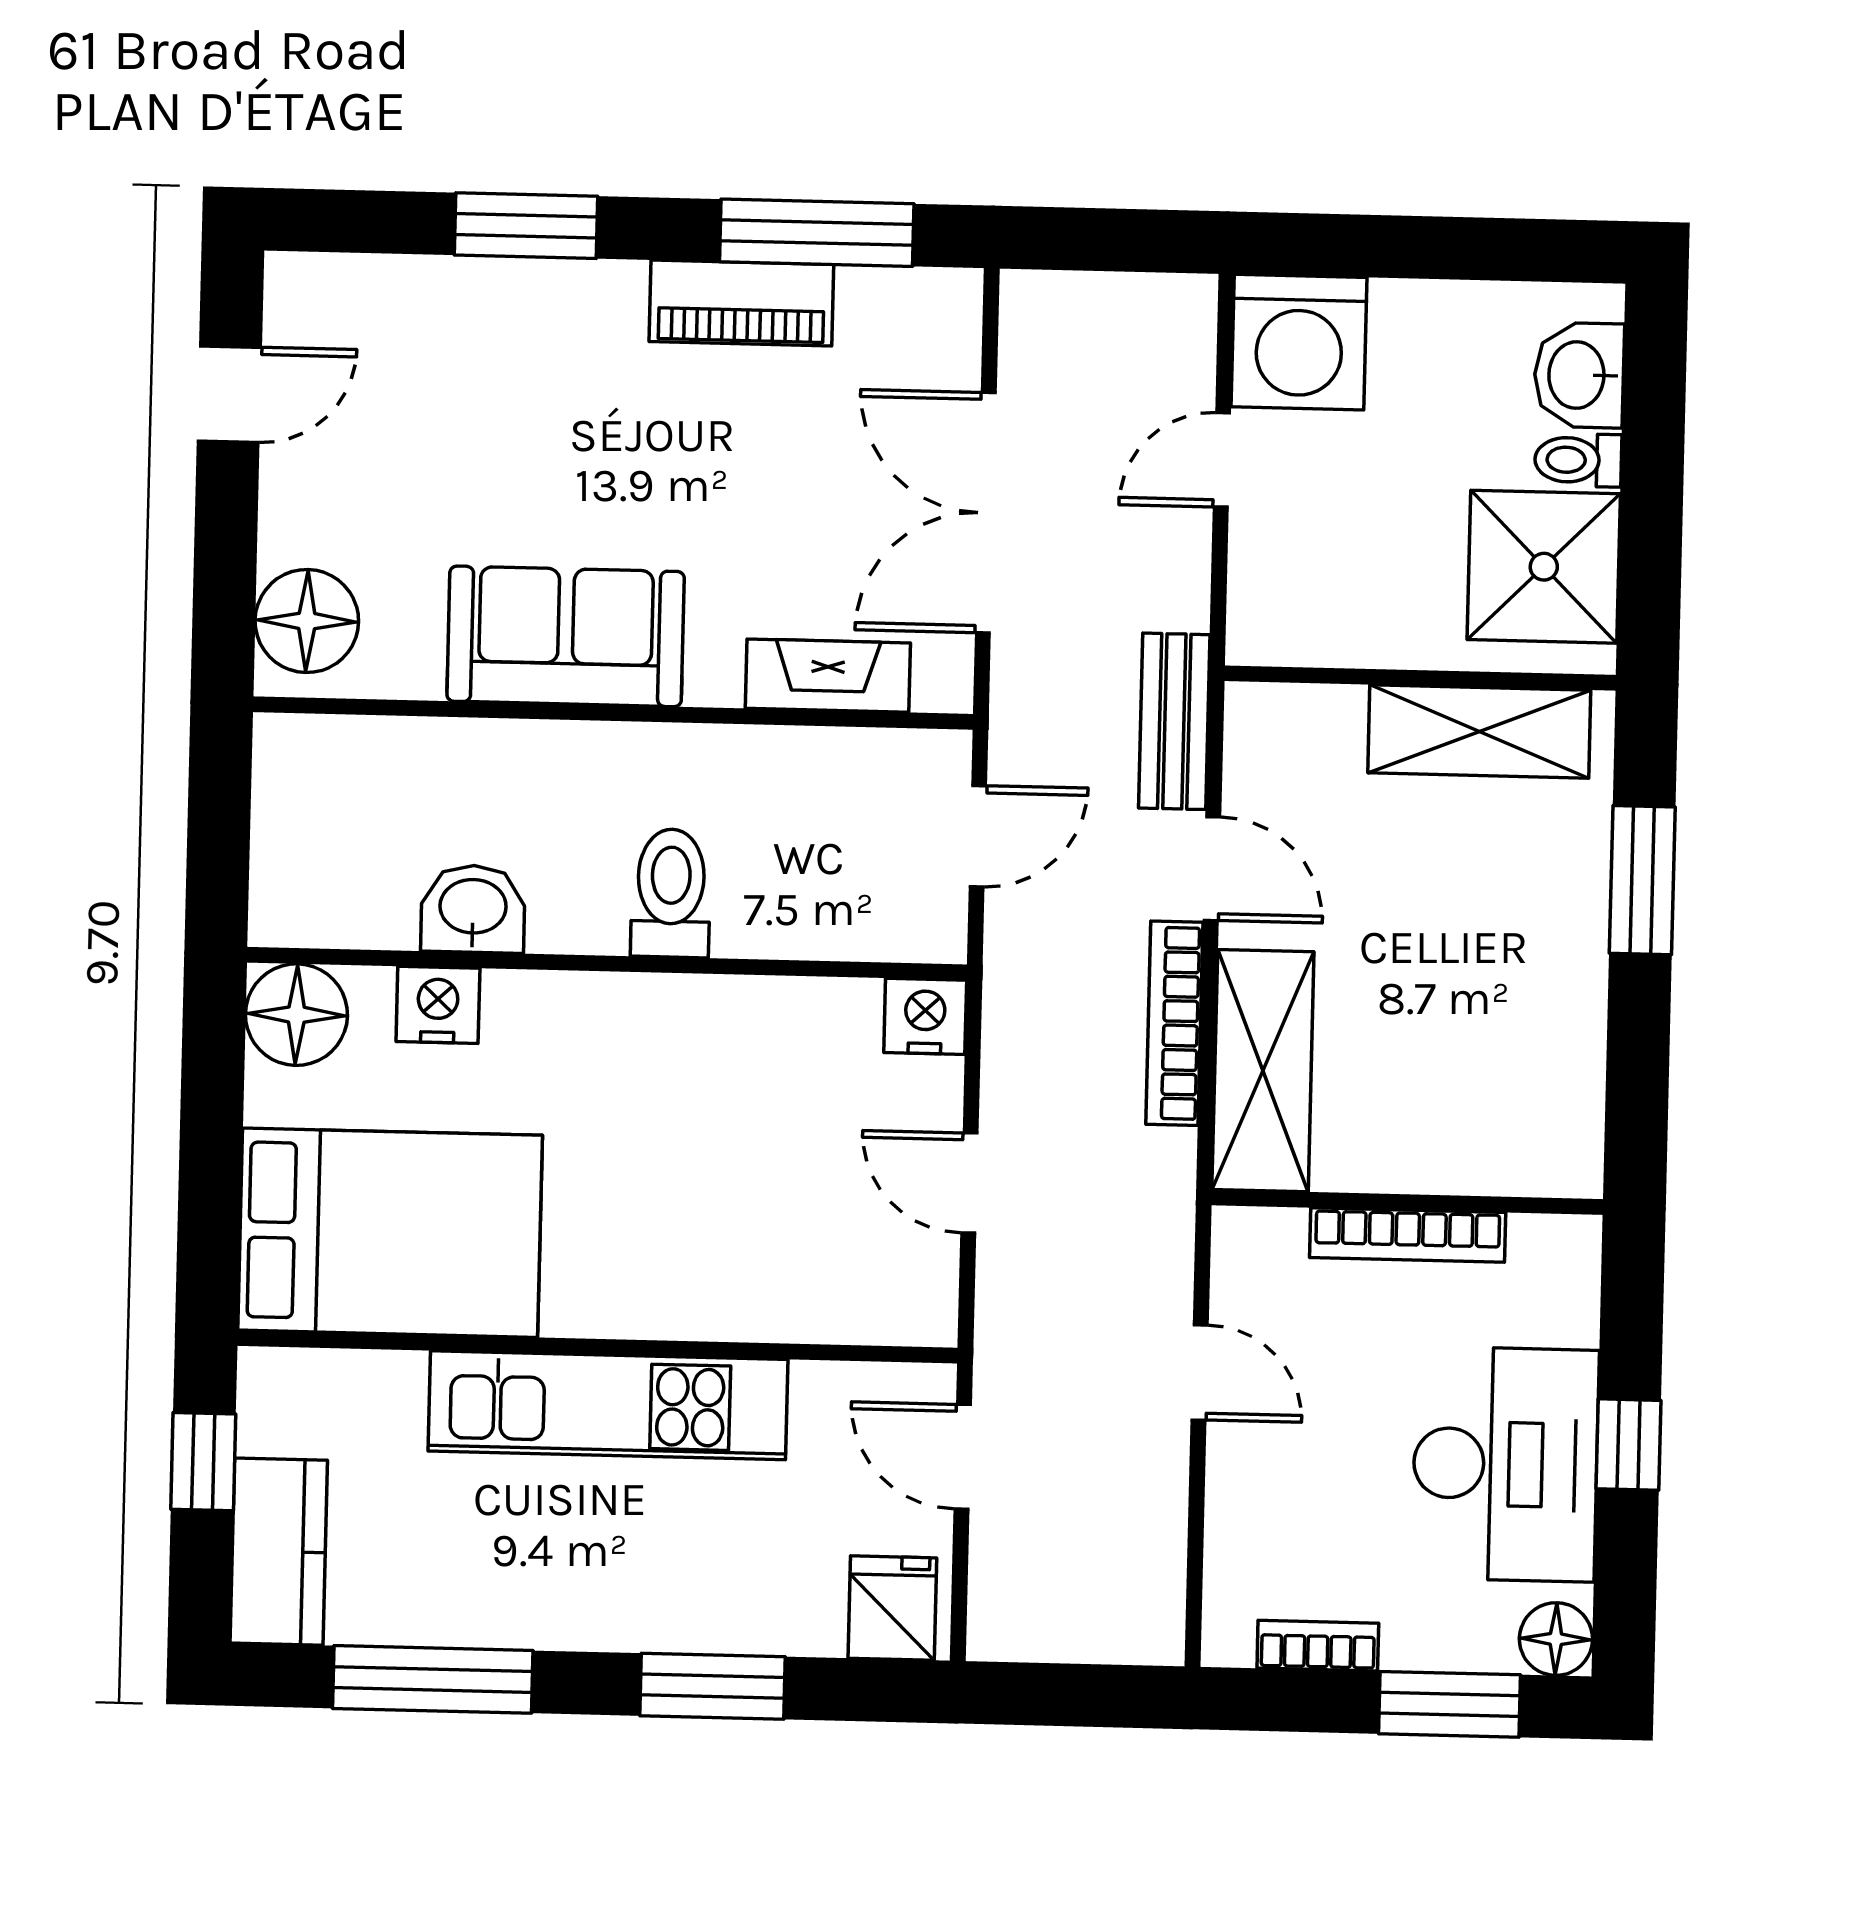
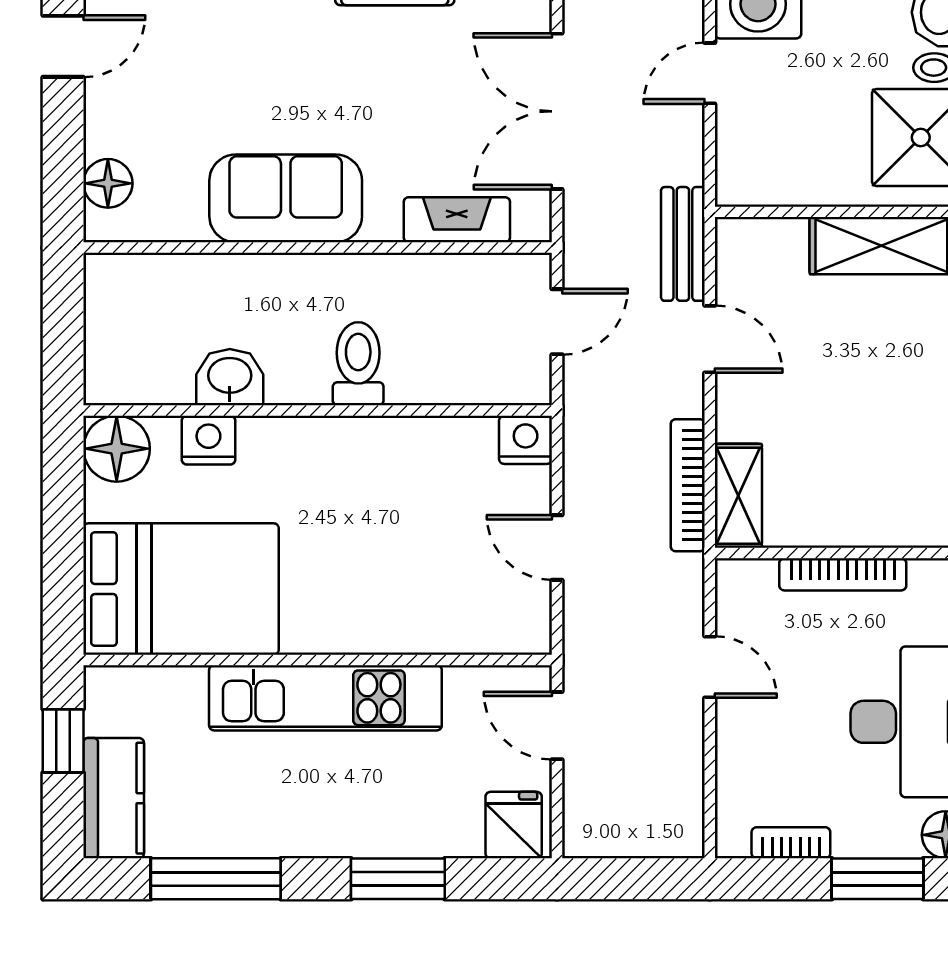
floor lamp: (307, 621) -> (108, 183), width x0.73, depth x0.73
bookcase: (1174, 1023) -> (688, 485), moved
shelving: (1263, 1071) -> (738, 496), width x0.67, depth x0.75

